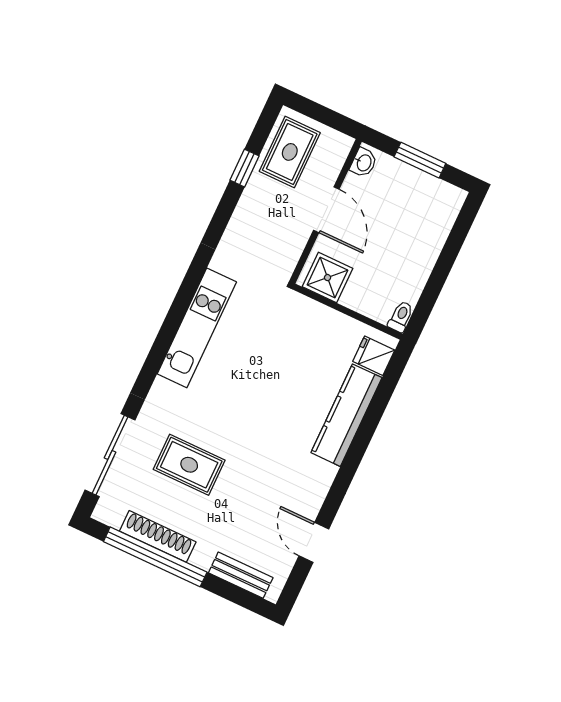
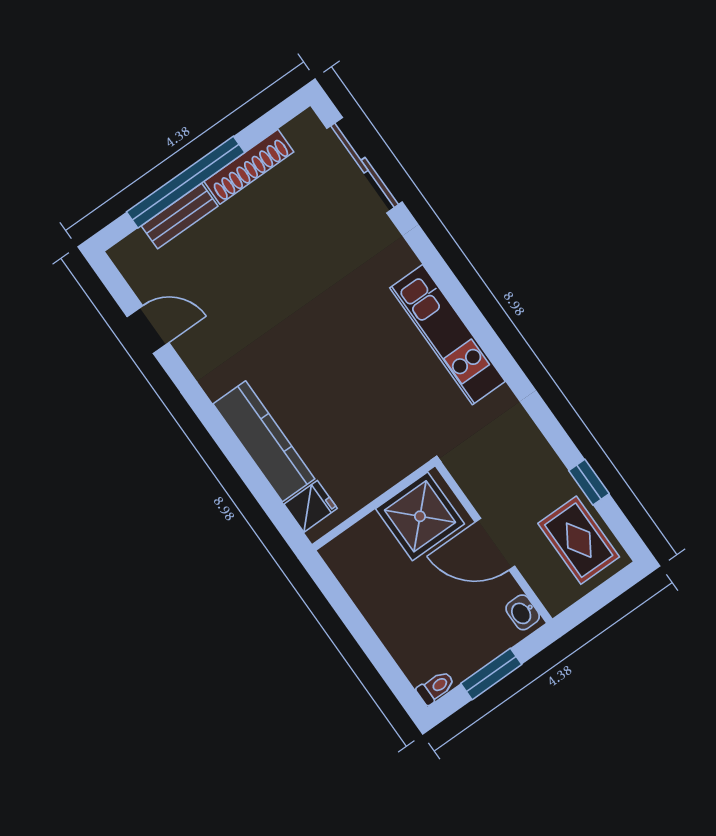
shower: (328, 278) -> (420, 516), width x1.36, depth x1.36
toilet: (401, 317) -> (436, 687), moved, turned -90
rug: (189, 465) -> (306, 244), removed
window: (155, 557) -> (186, 182), moved
bench: (241, 575) -> (180, 216), moved

